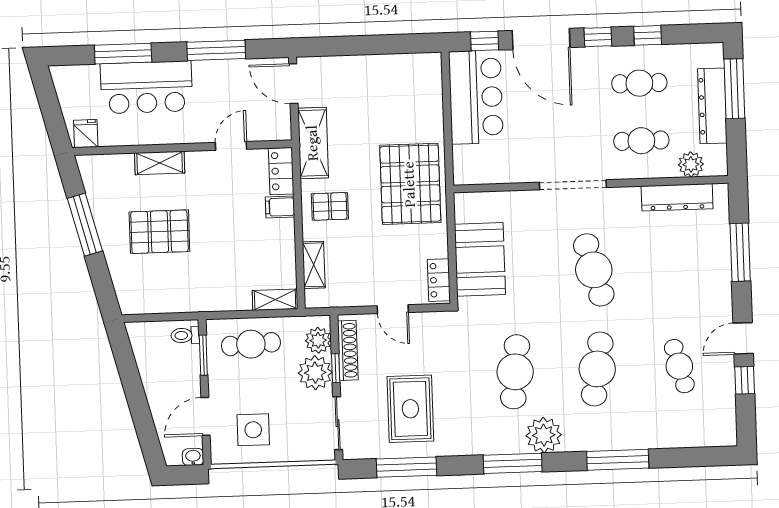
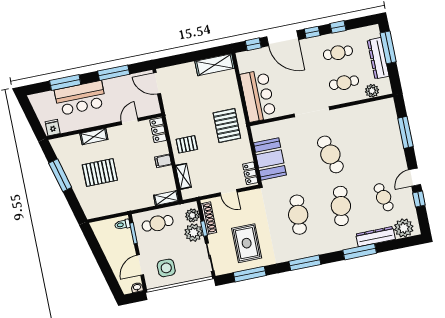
bar counter: (476, 97) -> (258, 96), moved
shelving: (313, 143) -> (215, 65), moved, turned 90
pallet: (410, 184) -> (227, 125), width x0.73, depth x0.71
dresser: (677, 197) -> (376, 237), moved, turned 180
filing cabinet: (280, 207) -> (163, 161), moved
plant: (544, 435) -> (404, 228), moved

